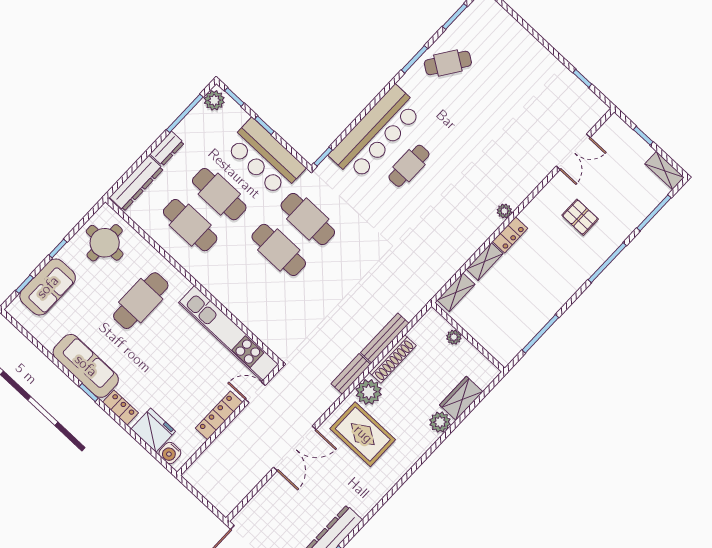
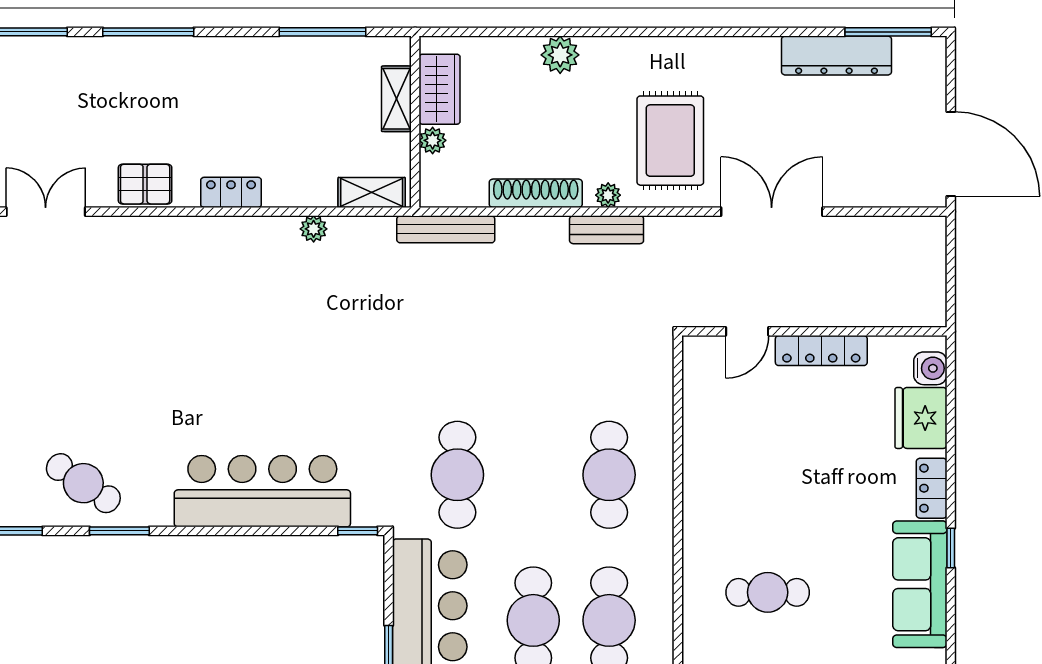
cafe table: (409, 166) -> (265, 408), removed
plant: (504, 211) -> (314, 229), moved
pallet: (580, 217) -> (145, 184), moved, turned 90
cafe table: (279, 250) -> (609, 475), moved
shelving: (485, 261) -> (396, 99), moved, turned 90
cafe table: (141, 301) -> (768, 592), width x0.73, depth x0.74
kitchen unit: (228, 333) -> (703, 438), removed
bench: (385, 338) -> (446, 229), moved
door: (255, 392) -> (747, 331), hinge flipped
plant: (369, 392) -> (608, 195), width x0.53, depth x0.53
wardrobe: (461, 398) -> (440, 89), moved, turned -90

